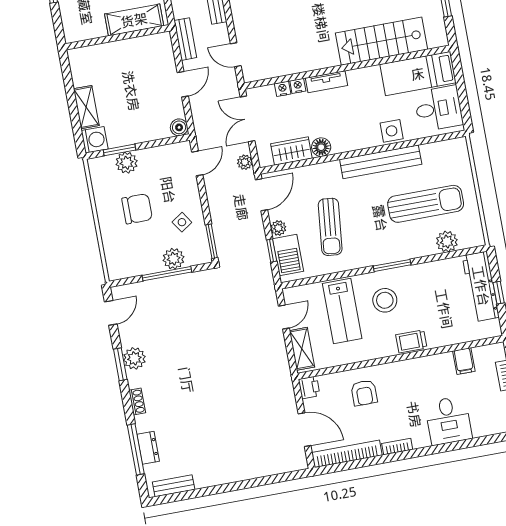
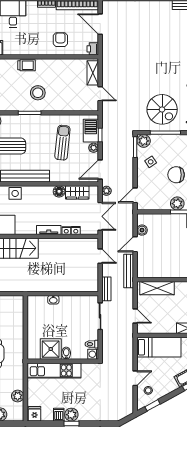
bench: (185, 39) -> (129, 271), width x1.36
boiler: (179, 127) -> (142, 230), moved
plant: (173, 259) -> (144, 141), moved
spiral stairs: (179, 310) -> (162, 109), added
lab bench: (342, 311) -> (65, 91), removed
door: (284, 317) -> (100, 94), swing flipped

